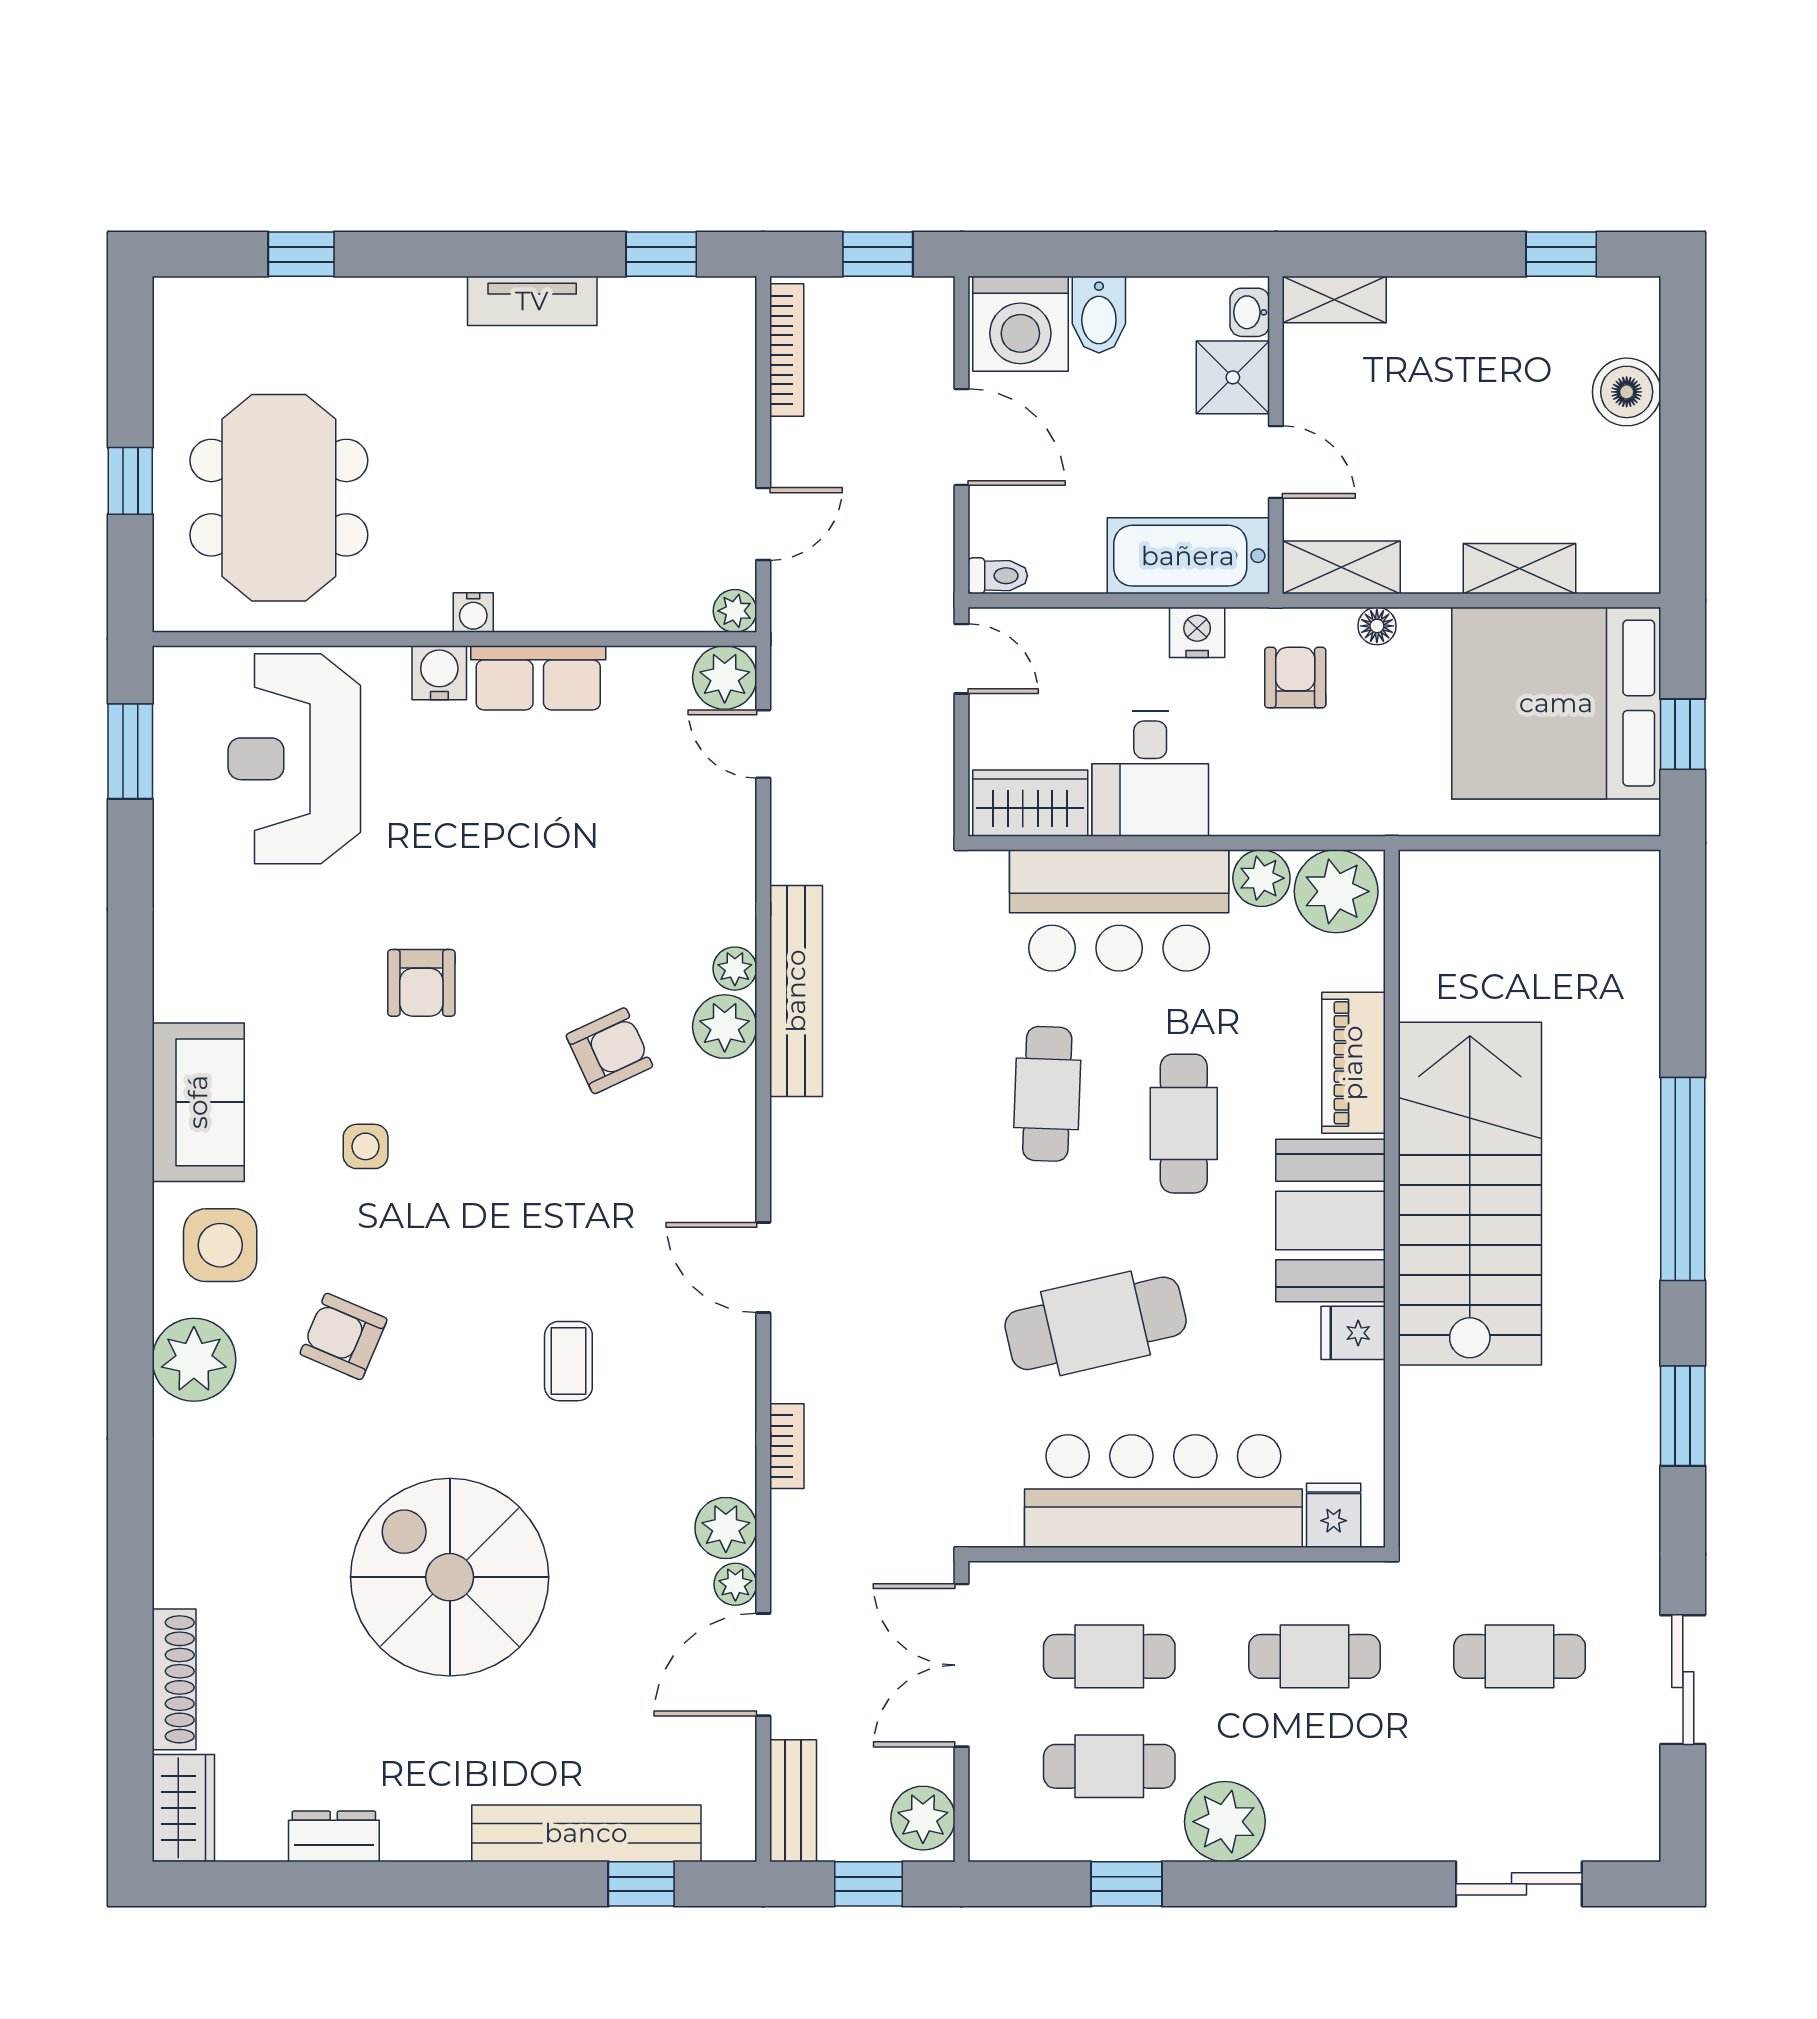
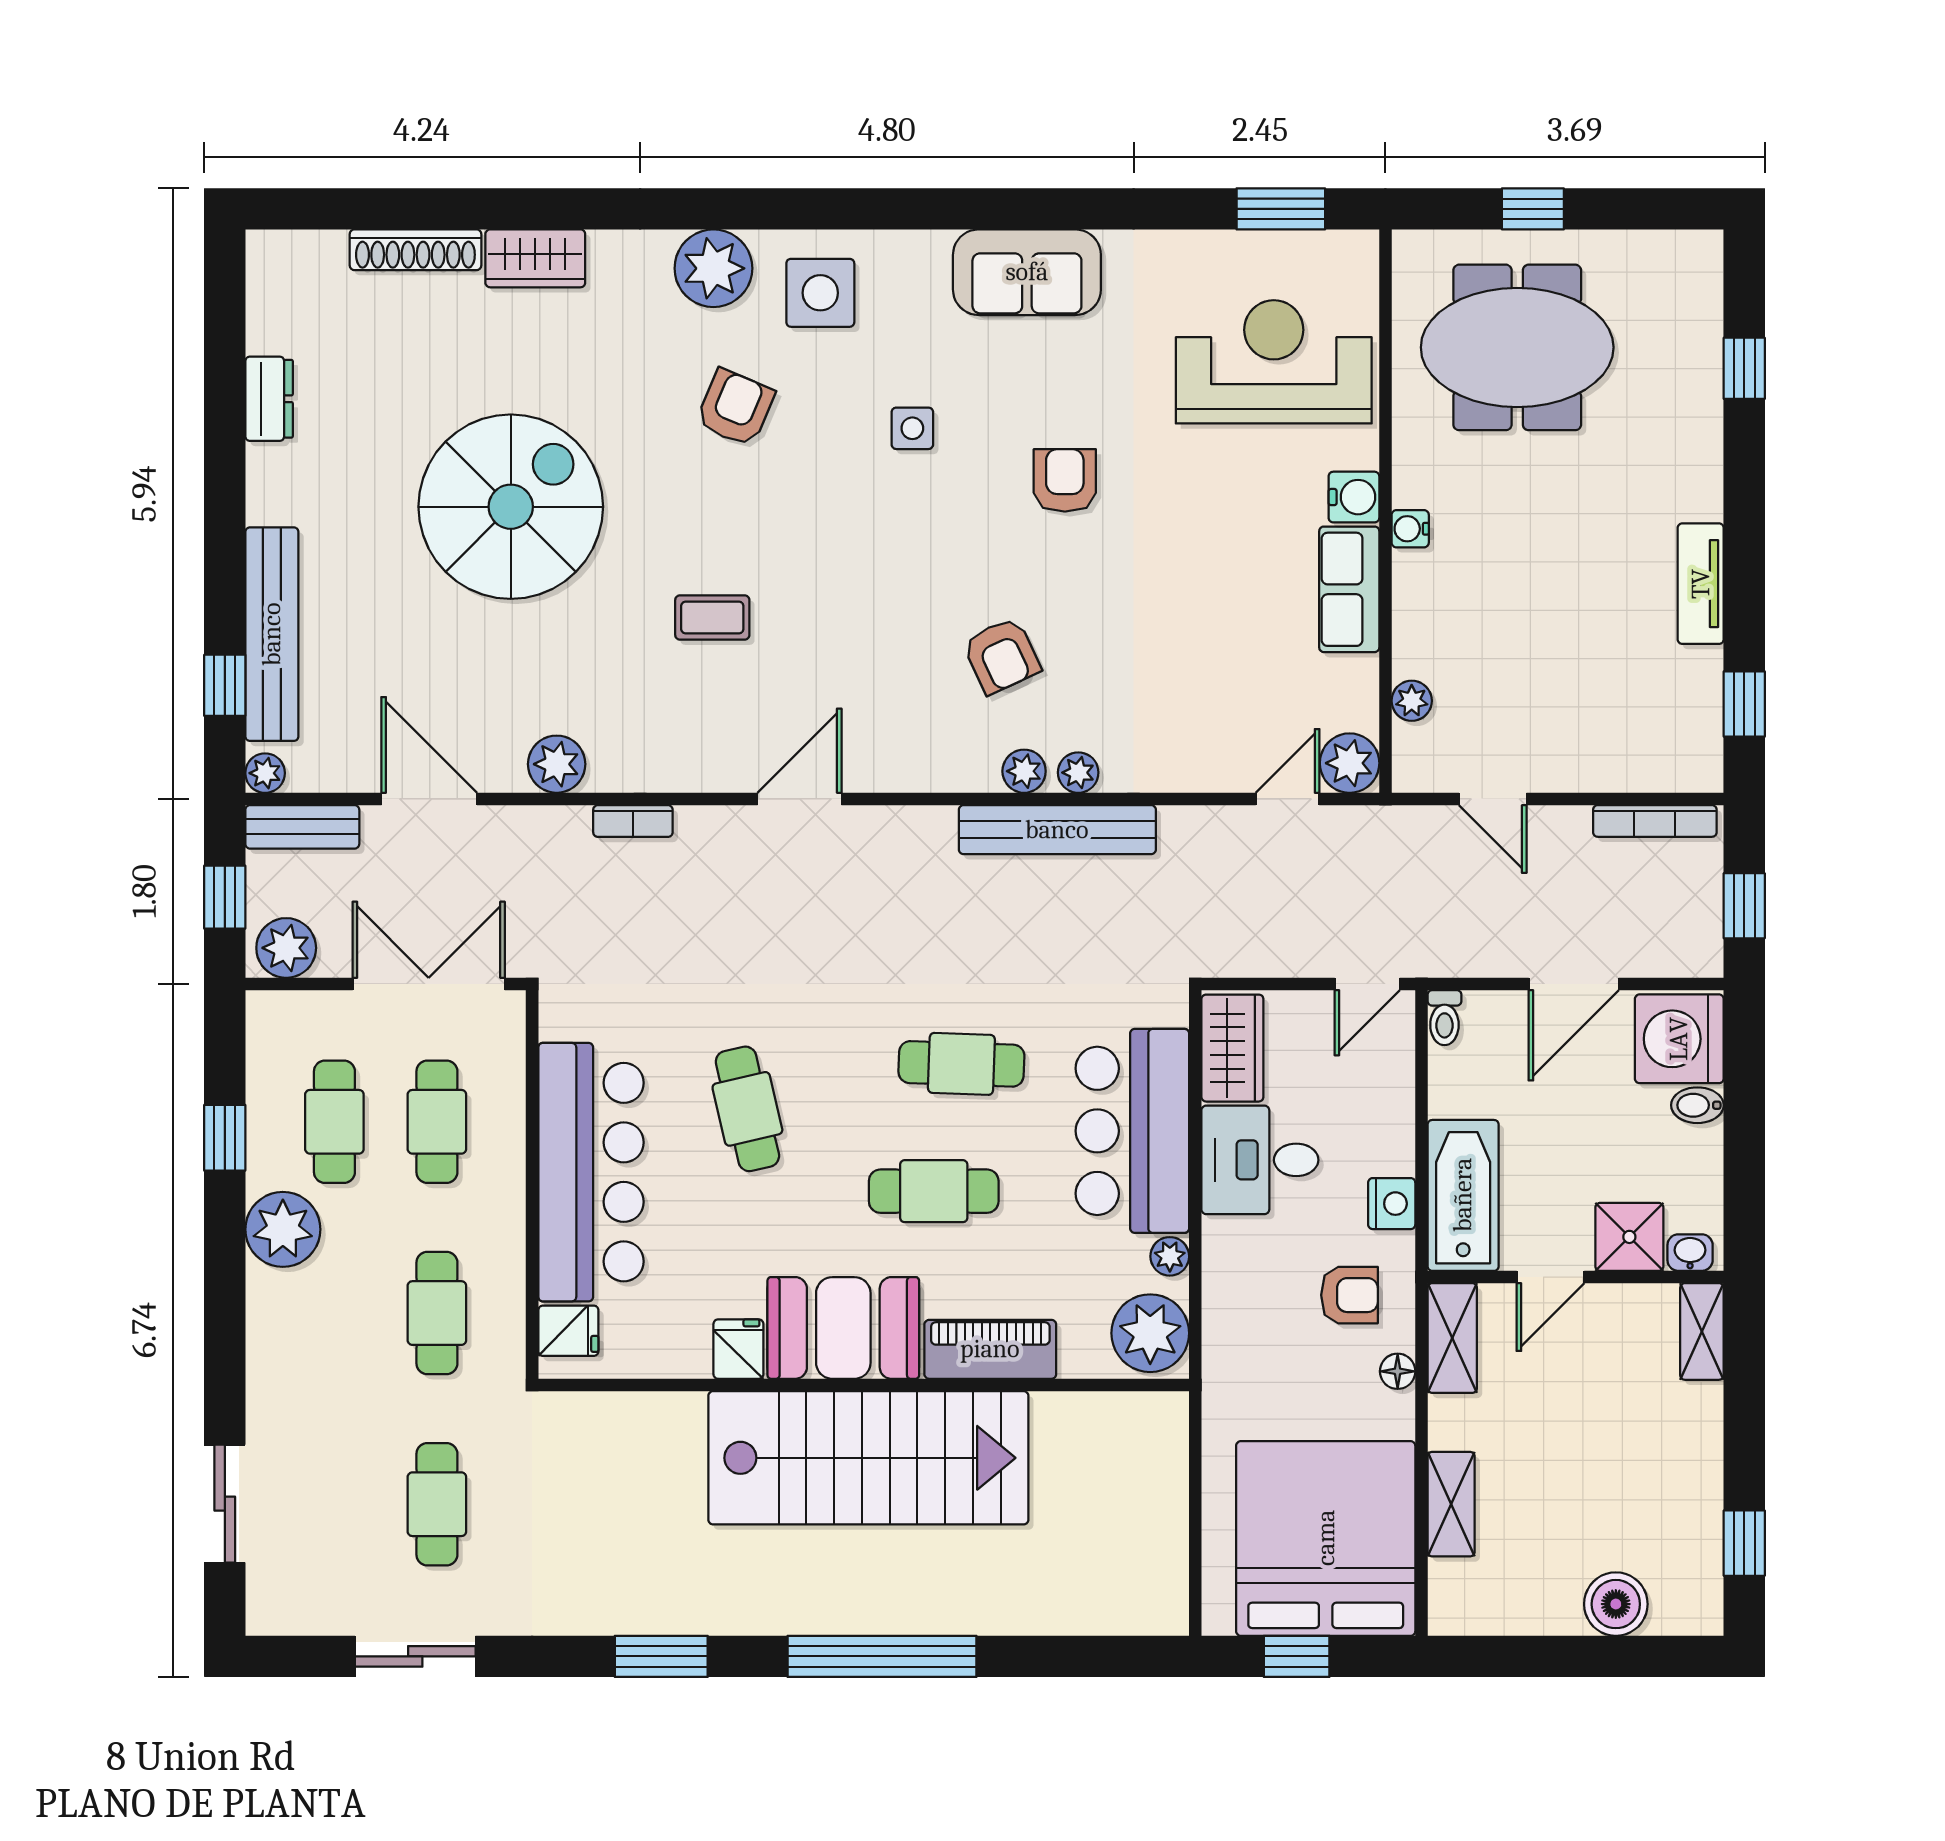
bidet: (1099, 315) -> (1697, 1105), width x0.72, depth x0.74
plant: (735, 611) -> (1412, 701), moved
plant: (1261, 878) -> (1170, 1256), width x0.73, depth x0.73
armchair: (421, 983) -> (1065, 480), turned 90
plant: (725, 1027) -> (1024, 771), width x0.73, depth x0.73
sofa: (198, 1102) -> (1027, 272), moved
cafe table: (1096, 1323) -> (747, 1109), width x0.73, depth x0.74
plant: (735, 1584) -> (265, 773), moved
wardrobe: (183, 1808) -> (535, 258), moved

